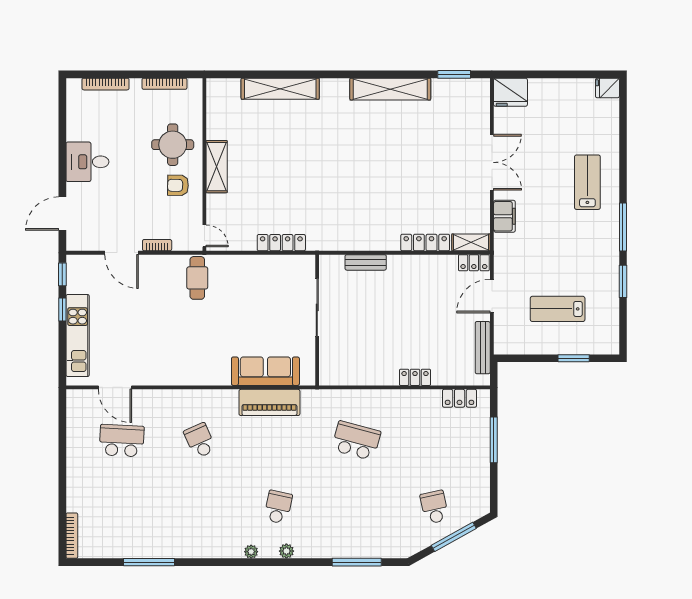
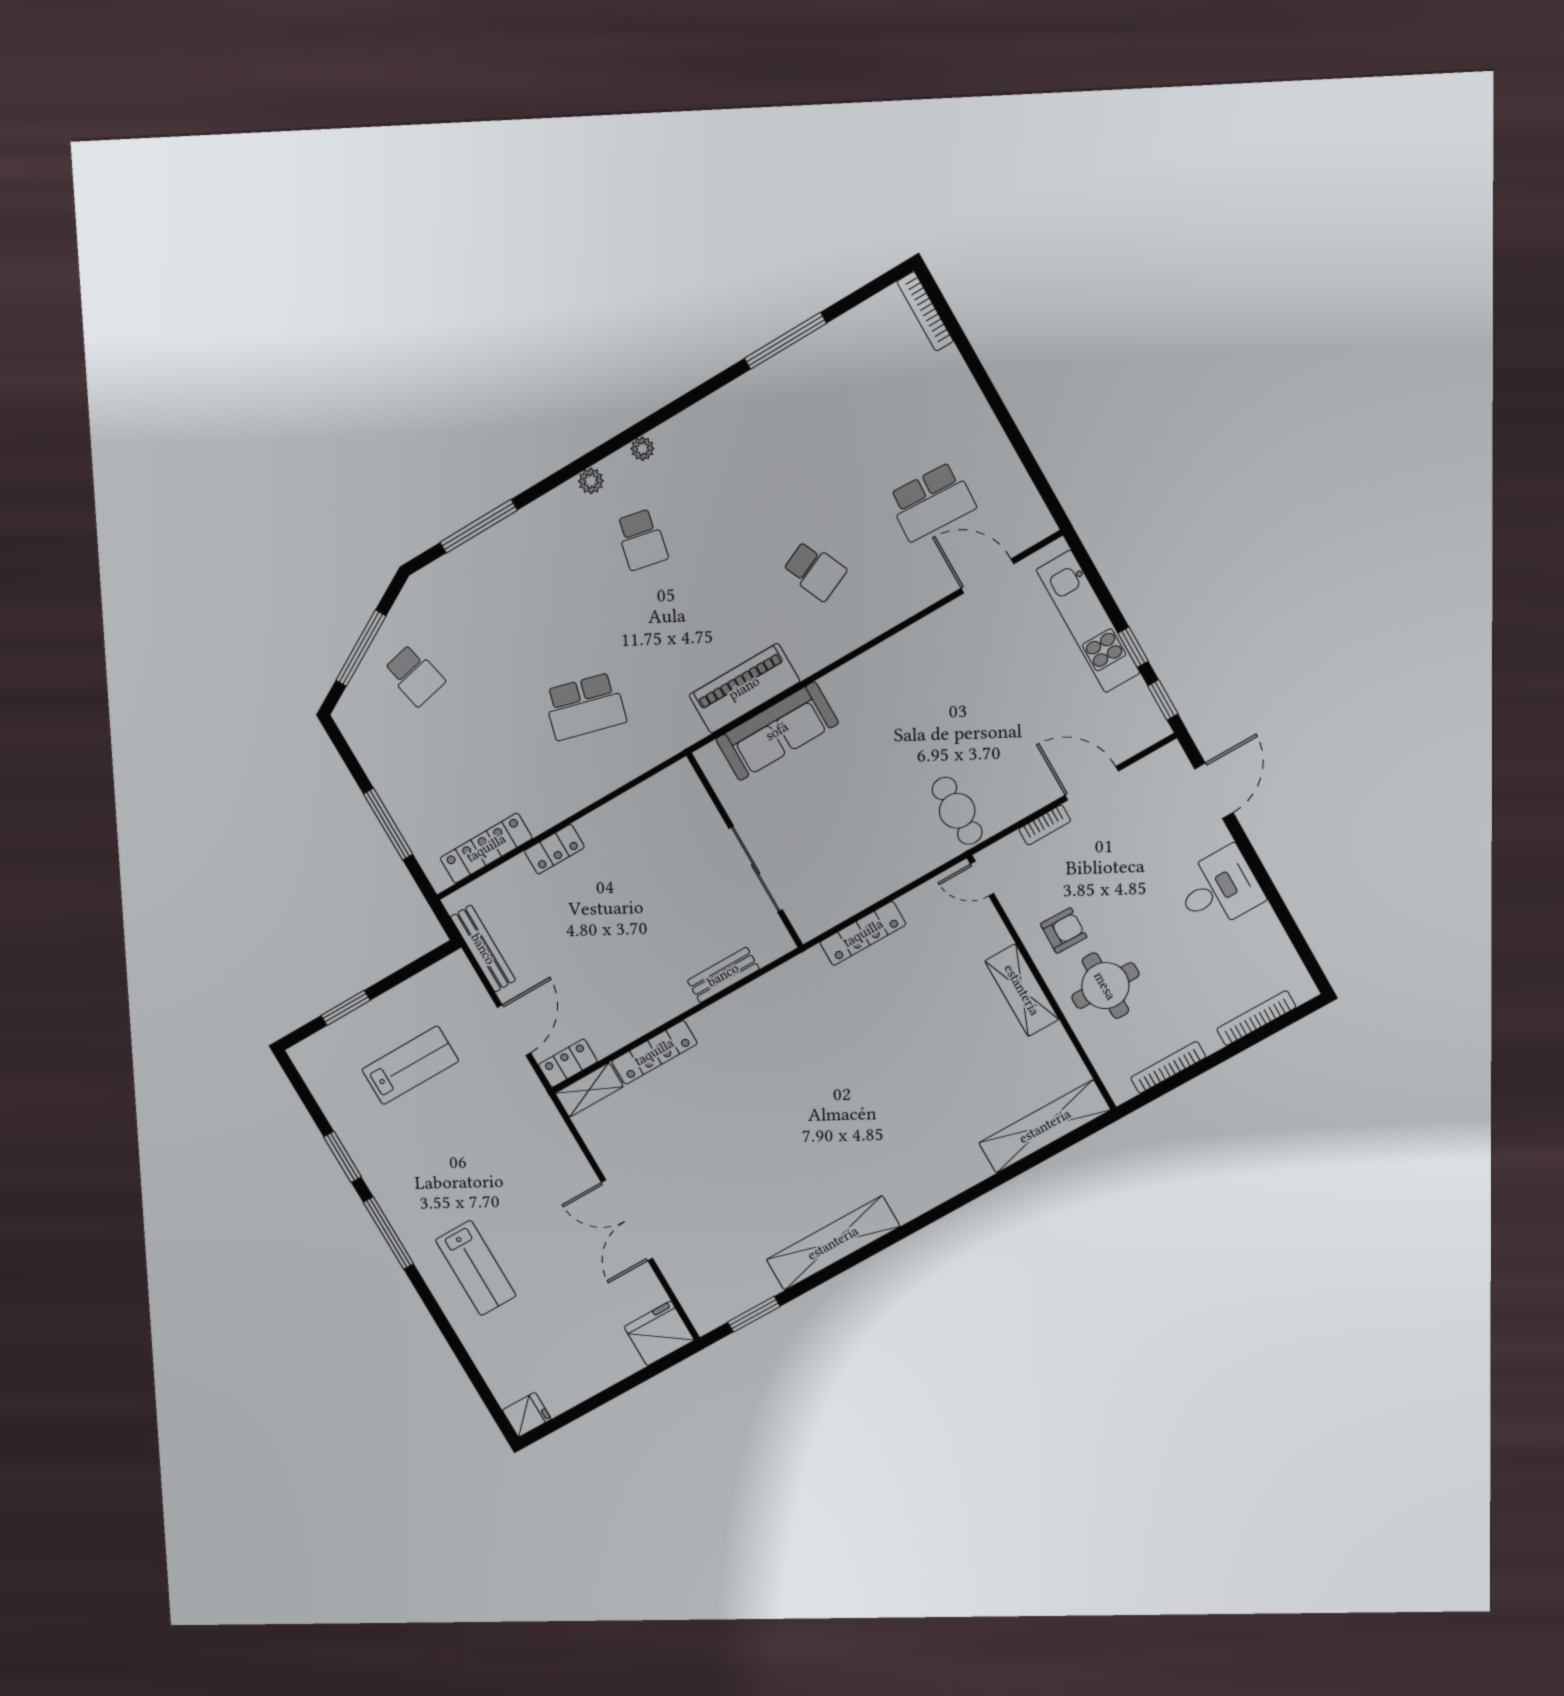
shelving: (280, 89) -> (1045, 1126), moved
filing cabinet: (504, 216) -> (564, 1154), removed
locker: (460, 398) -> (486, 848), width x1.53

